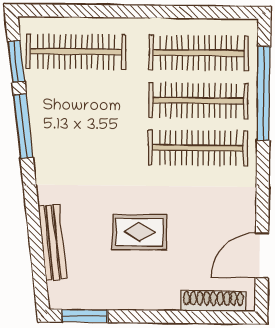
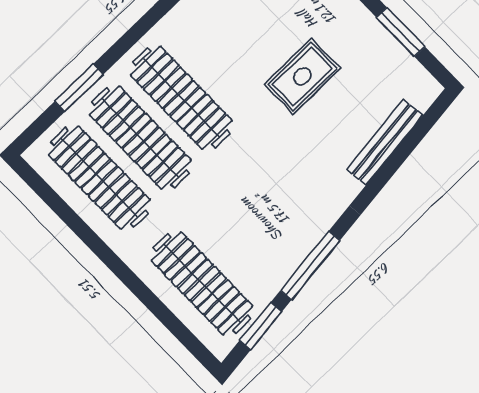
window: (264, 93) -> (79, 88), width x0.47
rug: (140, 232) -> (302, 76), turned 90
window: (85, 316) -> (401, 32), moved

